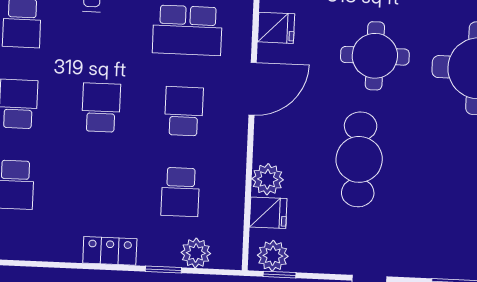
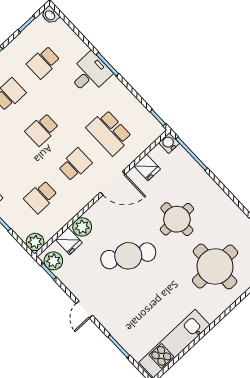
school desk: (101, 108) -> (42, 130), turned 180
cafe table: (359, 159) -> (128, 256), turned 32
plant: (196, 253) -> (35, 242), moved

